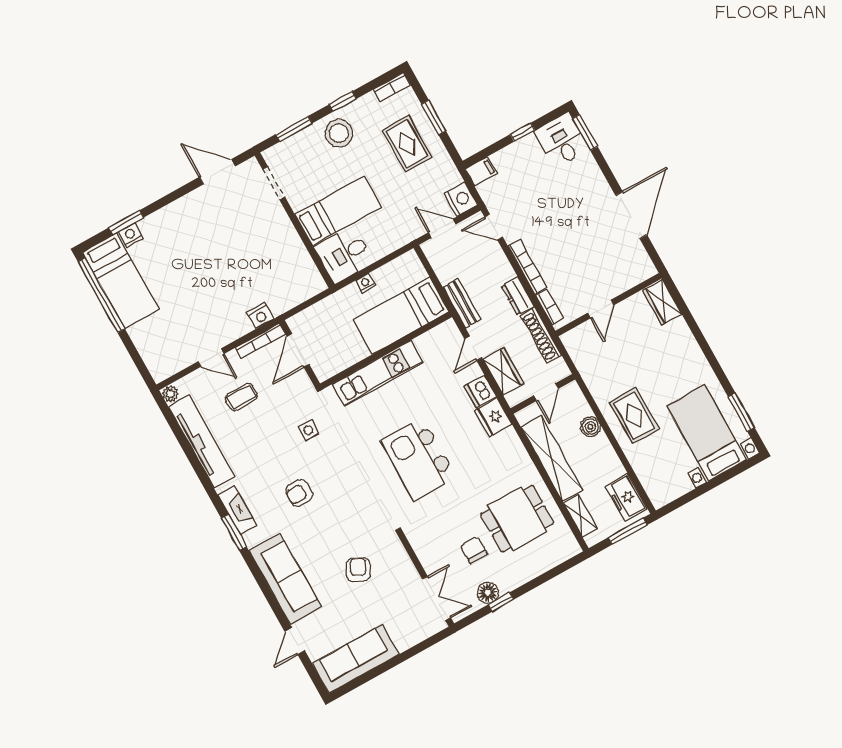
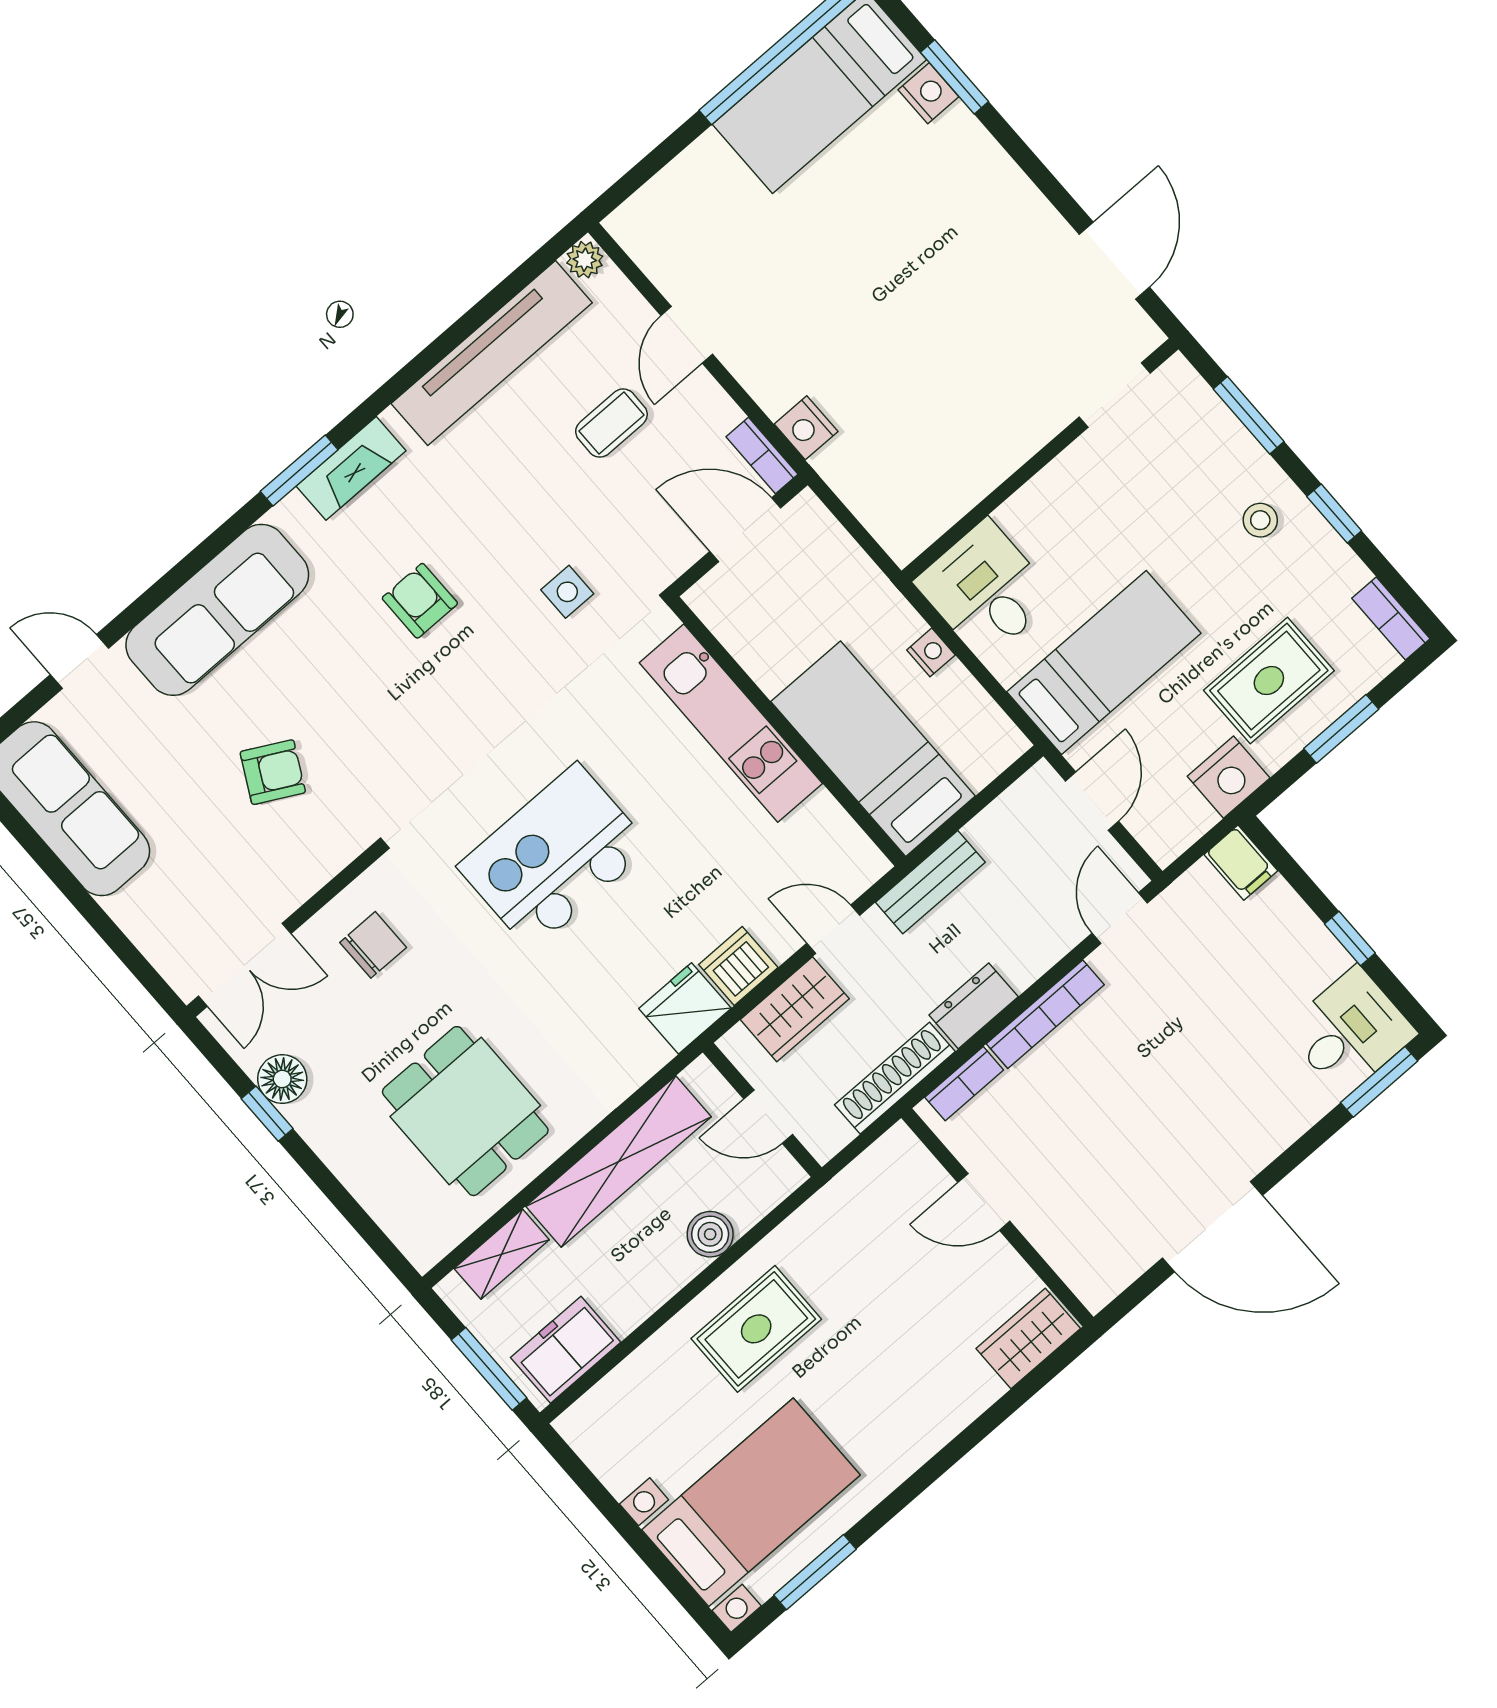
stool: (339, 133) -> (1260, 520), width x0.53, depth x0.53
nightstand: (461, 199) -> (1229, 777), moved
bed: (338, 211) -> (1104, 662), moved, turned -90
bookcase: (260, 341) -> (762, 456), width x0.64
coffee table: (241, 397) -> (611, 423), turned 90
chair: (474, 550) -> (373, 945), moved

